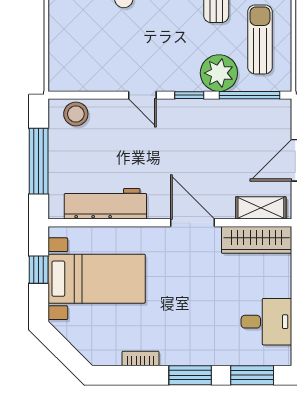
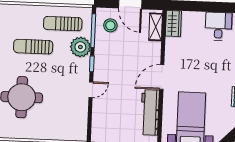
stool: (76, 114) -> (110, 25), moved
door: (192, 223) -> (162, 77), moved
wardrobe: (257, 240) -> (173, 23), width x0.67

